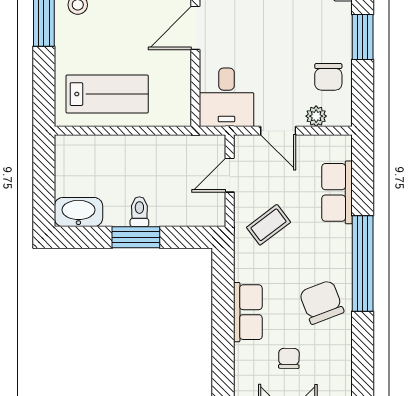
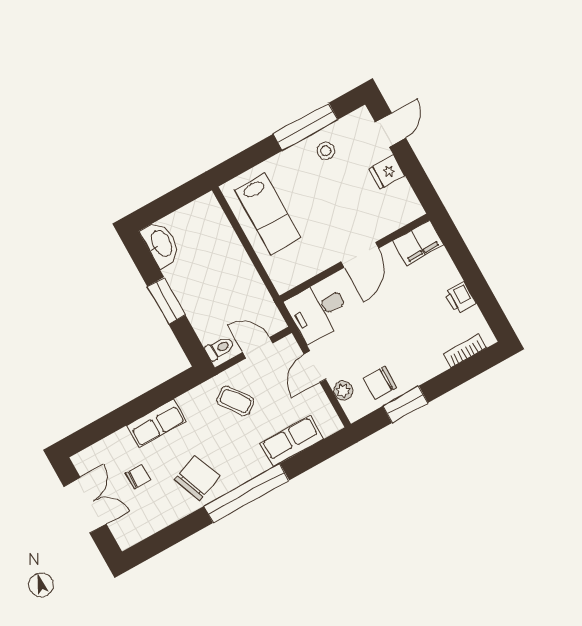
door: (195, 28) -> (360, 255), swing flipped
window: (363, 37) -> (405, 404), moved
toilet: (139, 212) -> (220, 348), moved

